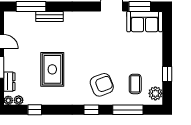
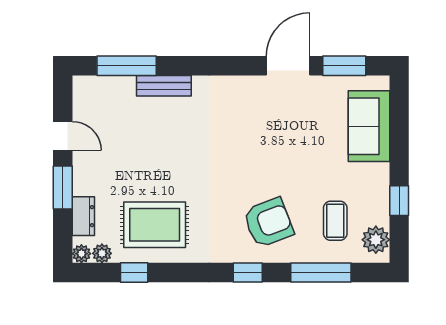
sofa: (145, 22) -> (369, 126), moved, turned 90
rug: (52, 69) -> (155, 225), moved, turned 90

